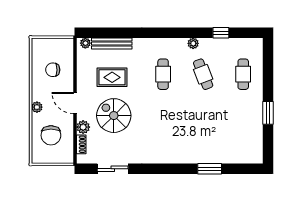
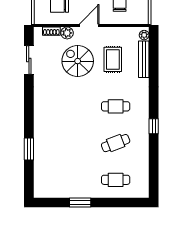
window: (221, 33) -> (154, 126), moved
plant: (193, 43) -> (144, 134), removed
spiral stairs: (114, 116) -> (78, 61), turned -90

